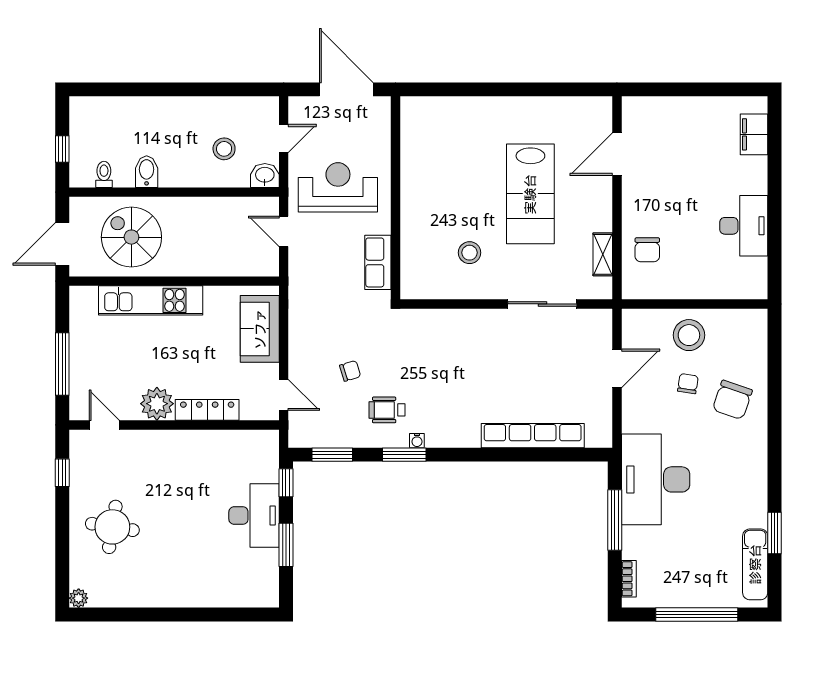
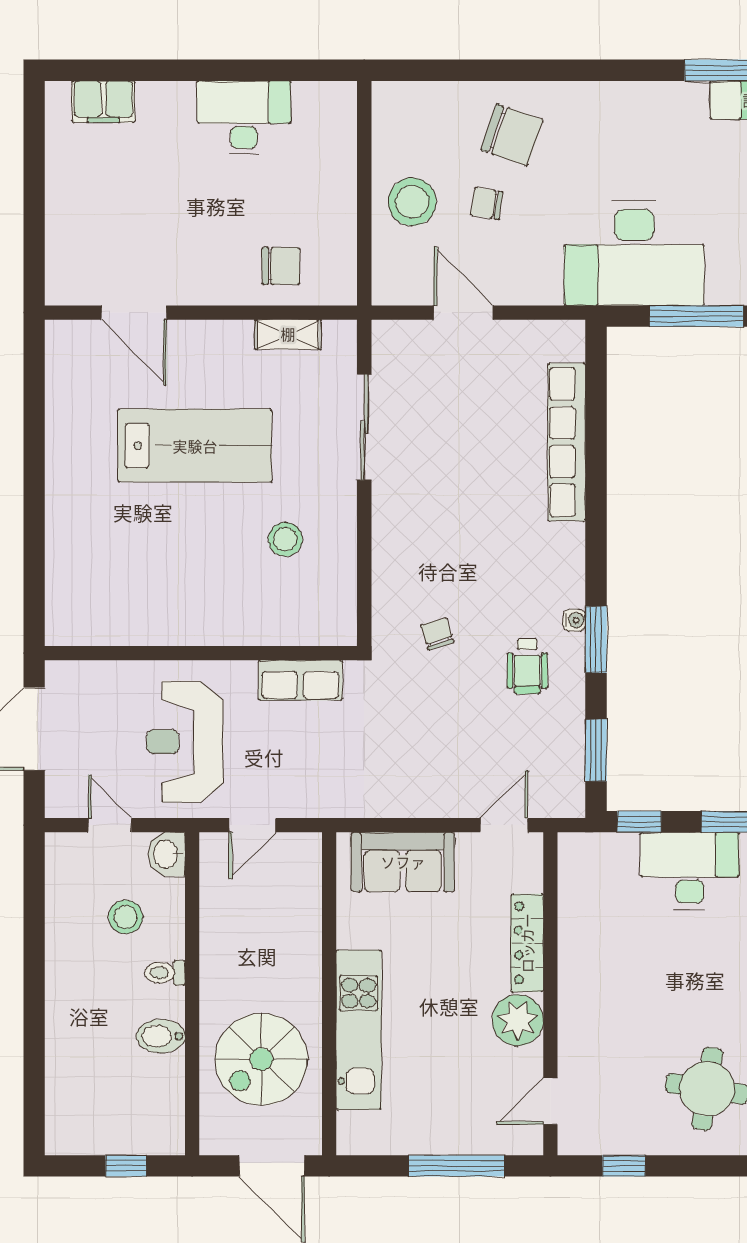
toilet: (104, 174) -> (165, 973), moved
chair: (350, 371) -> (437, 634), moved

